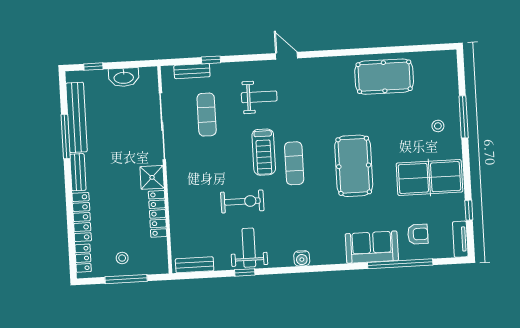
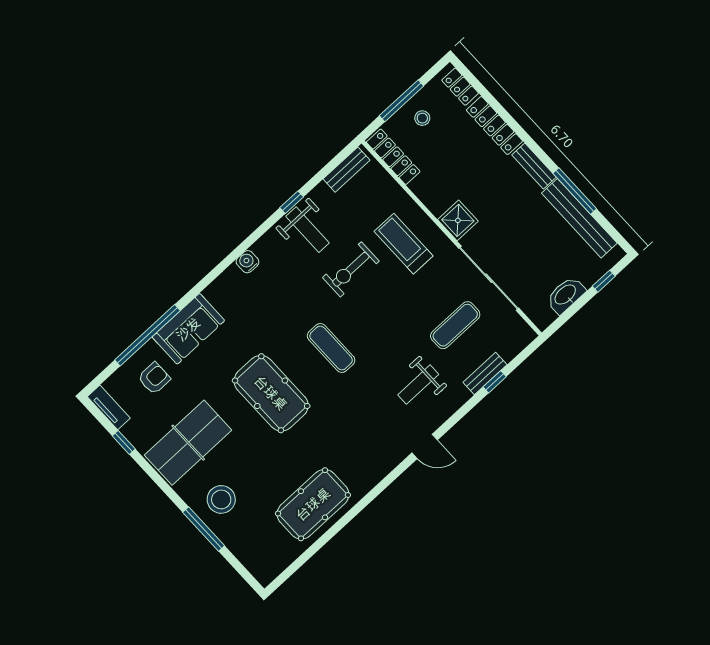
bench: (192, 71) -> (485, 373), moved
exercise mat: (207, 115) -> (455, 325), turned 90
stool: (438, 126) -> (221, 499), width x1.89, depth x1.89
treadmill: (264, 152) -> (404, 244), moved
locker: (158, 214) -> (393, 157), moved
armchair: (418, 234) -> (154, 378), turned 180

